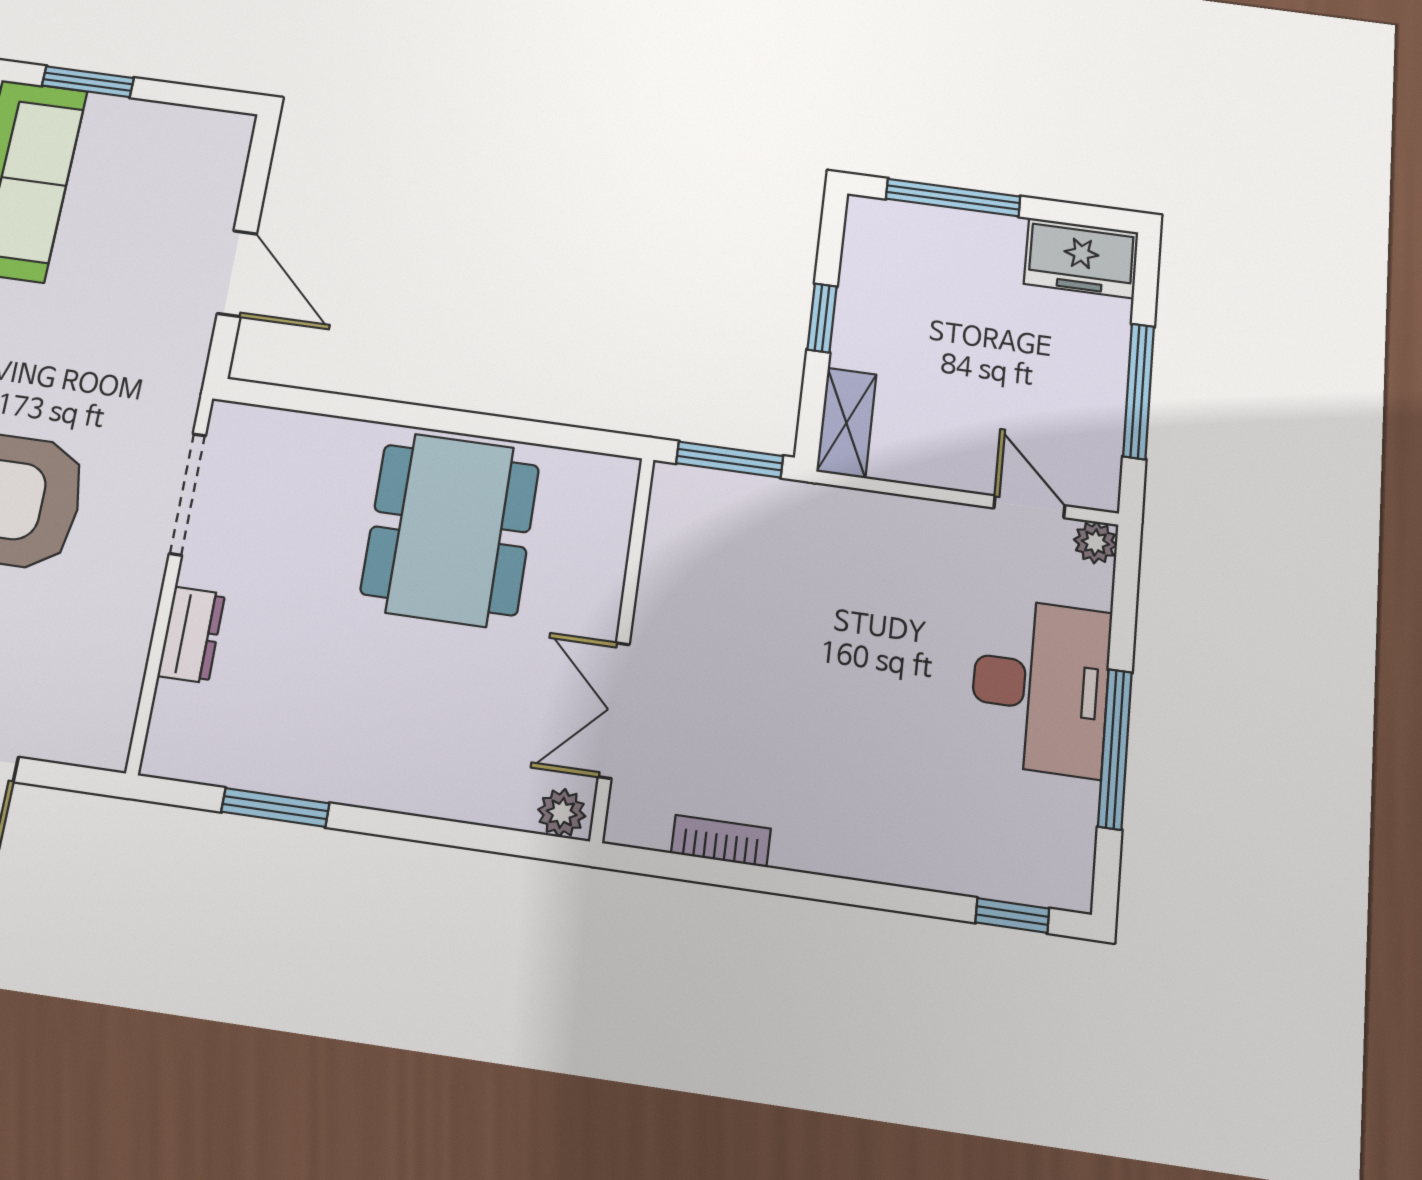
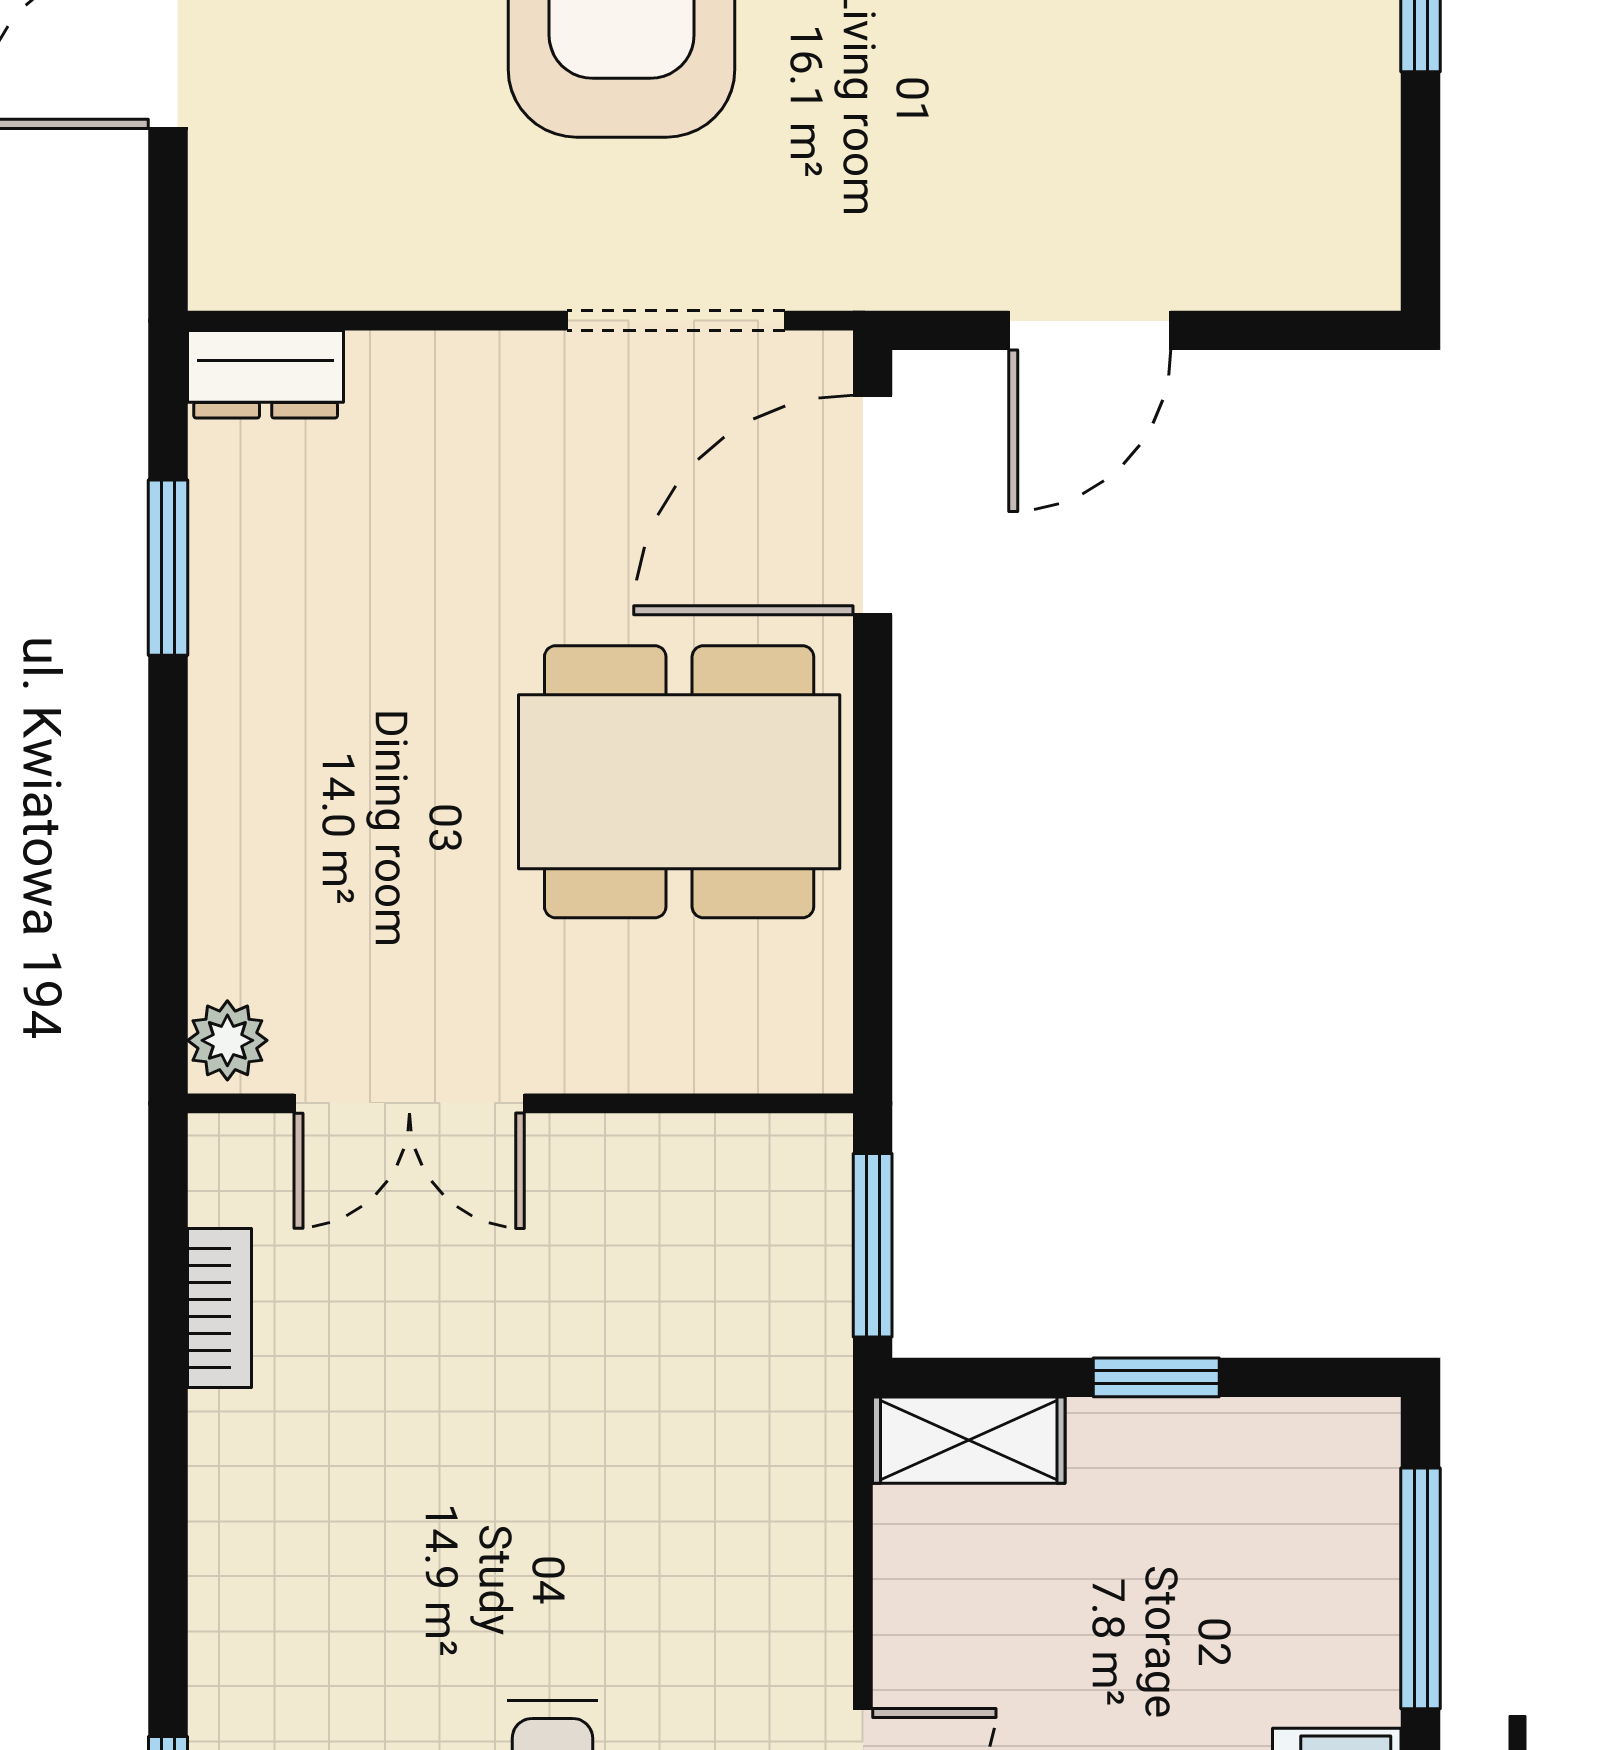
door: (312, 402) -> (873, 505), added
dresser: (191, 635) -> (266, 374), moved
double door: (614, 710) -> (409, 1103), swing flipped

